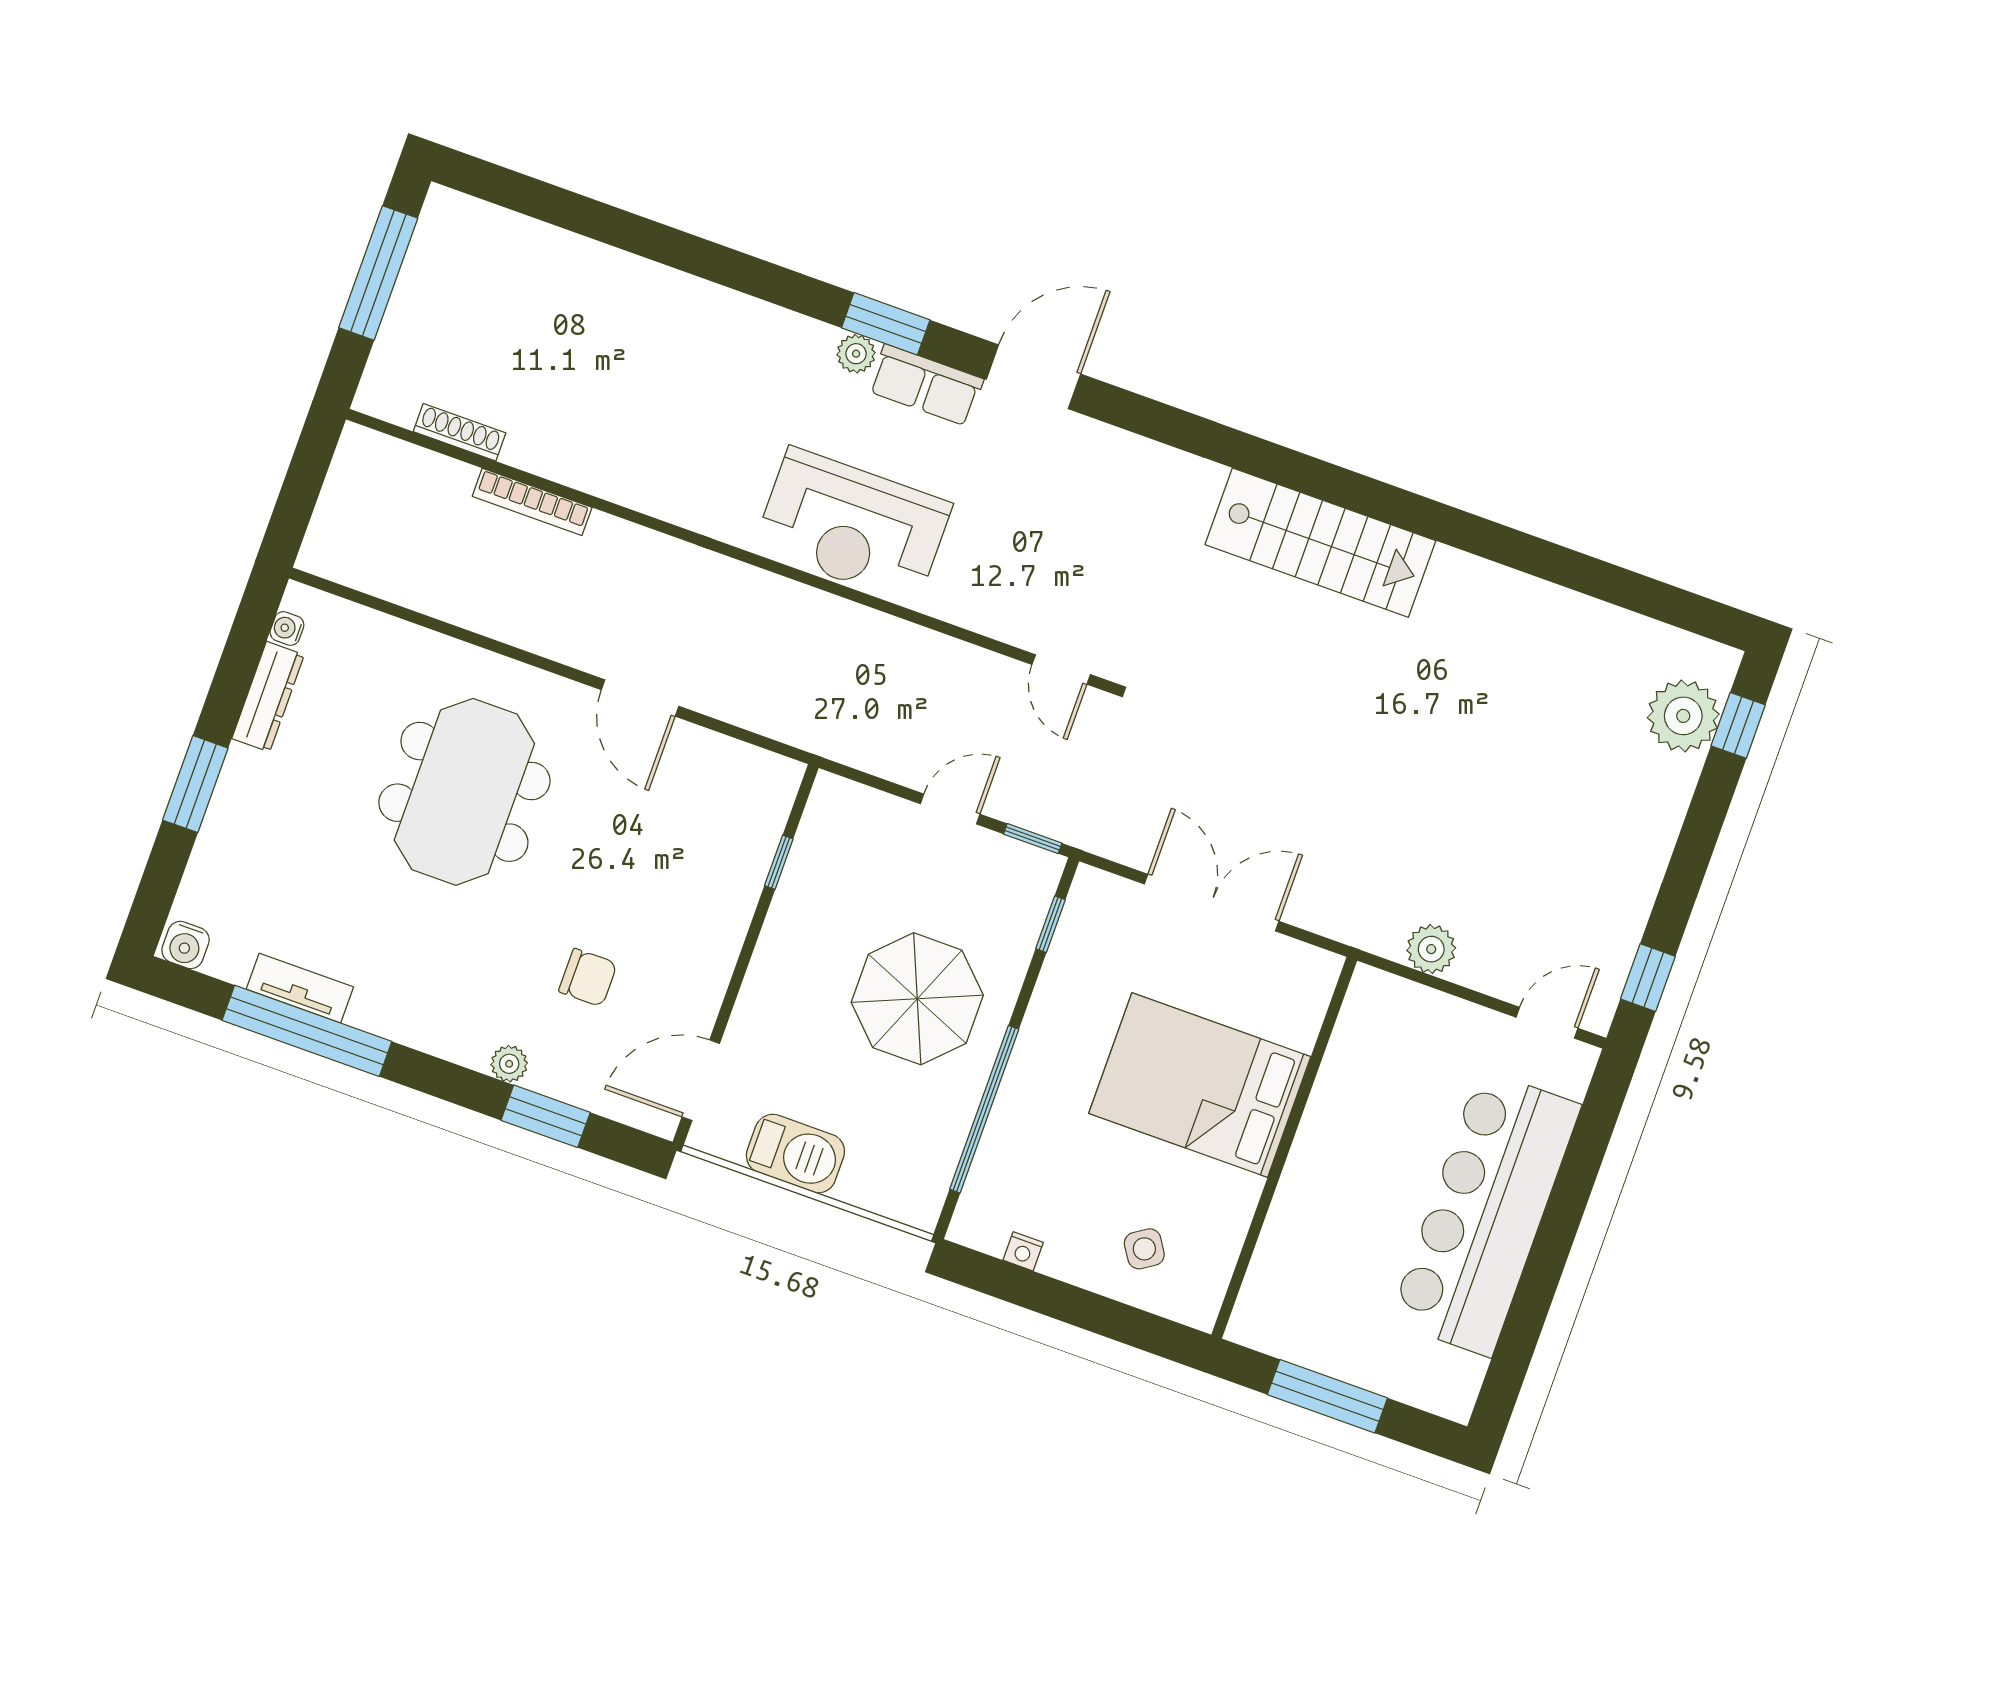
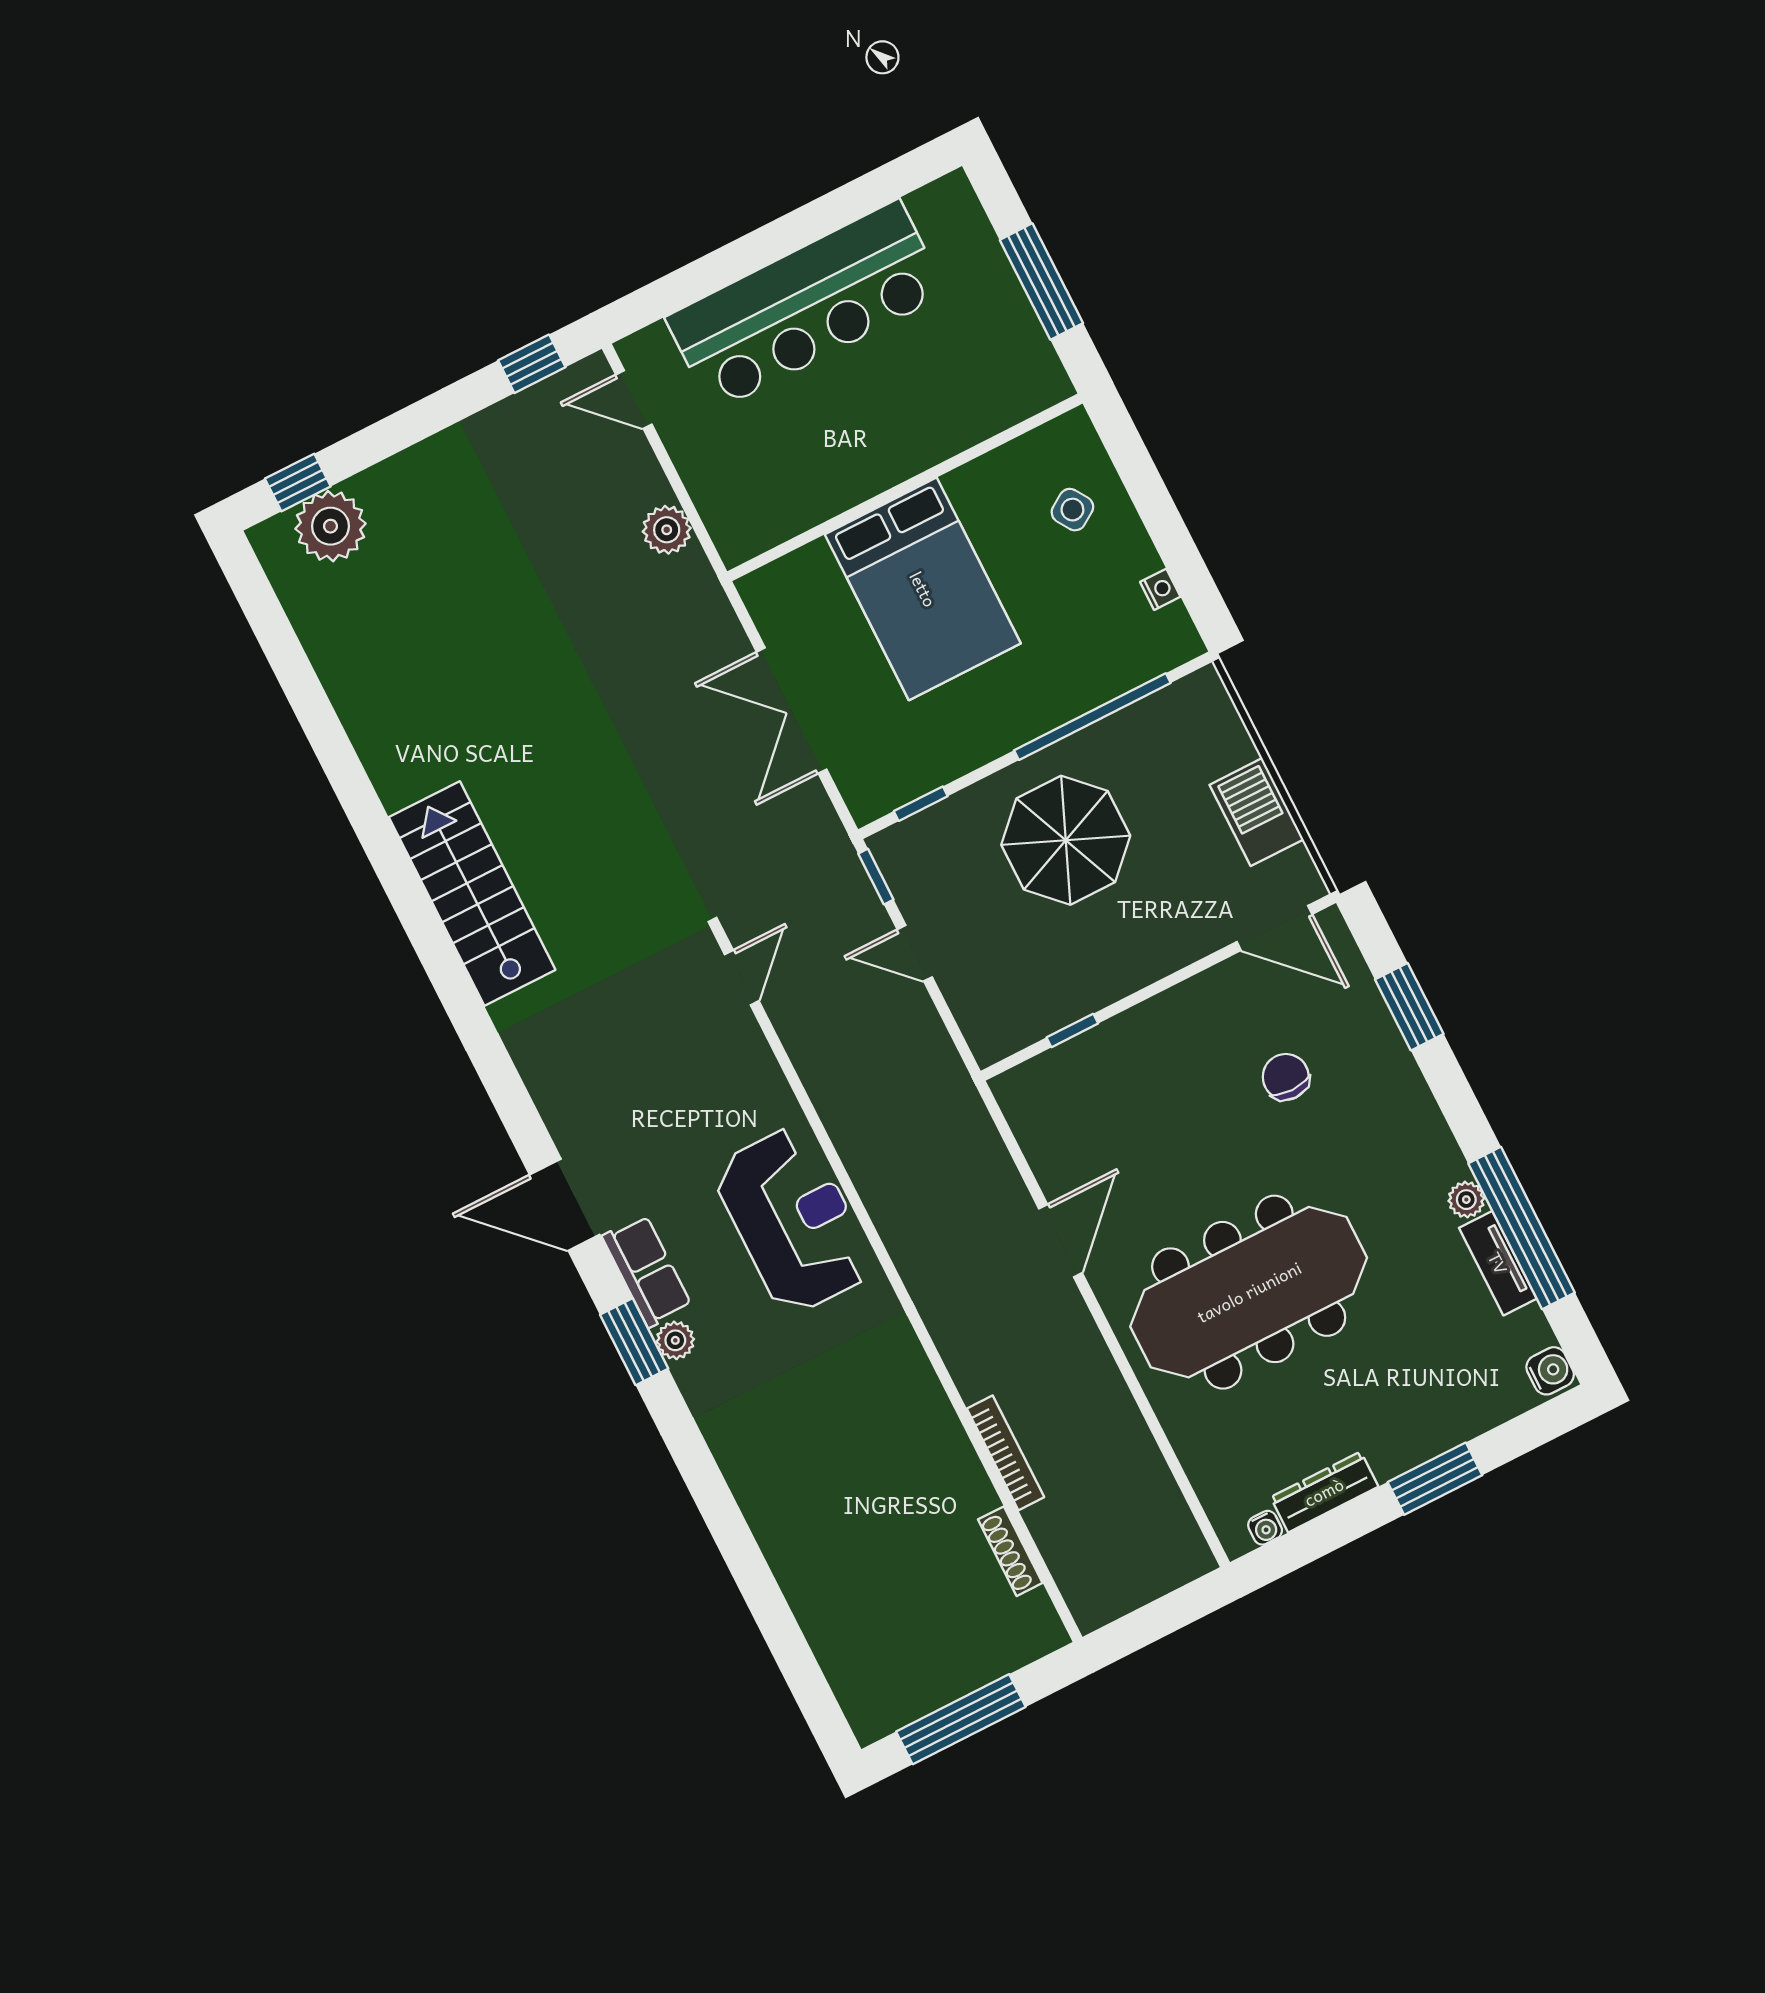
meeting table: (464, 792) -> (1249, 1292), width x1.36
plant: (509, 1064) -> (1466, 1200), moved

